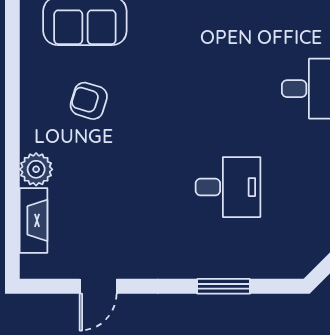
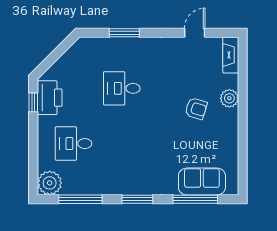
armchair: (89, 101) -> (196, 109), moved
fireplace: (34, 220) -> (231, 55), moved

